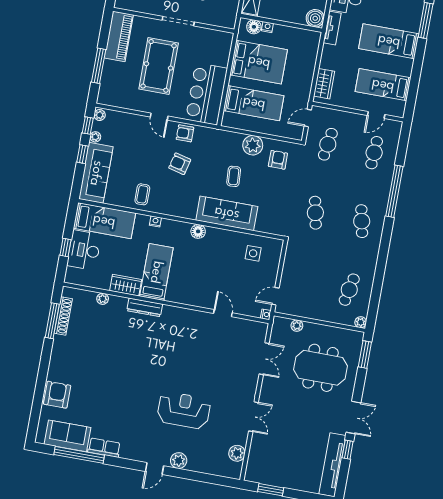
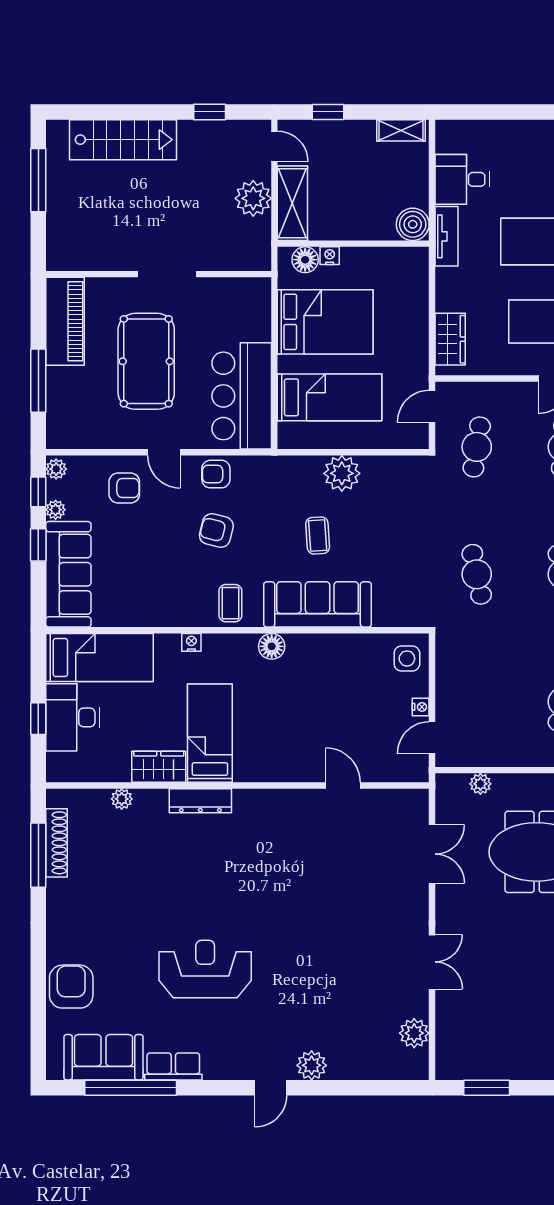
armchair: (278, 160) -> (124, 488), moved, turned 90
coffee table: (142, 194) -> (230, 603), moved
side table: (253, 253) -> (407, 659), moved
nightstand: (266, 314) -> (421, 707), moved
reception desk: (184, 410) -> (205, 969), moved

